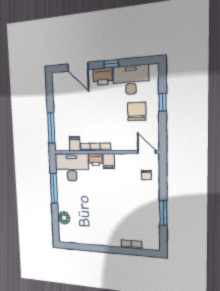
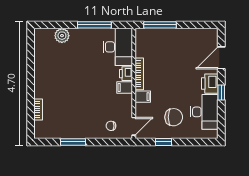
window: (163, 102) -> (163, 142), moved
filing cabinet: (75, 144) -> (143, 97), moved

